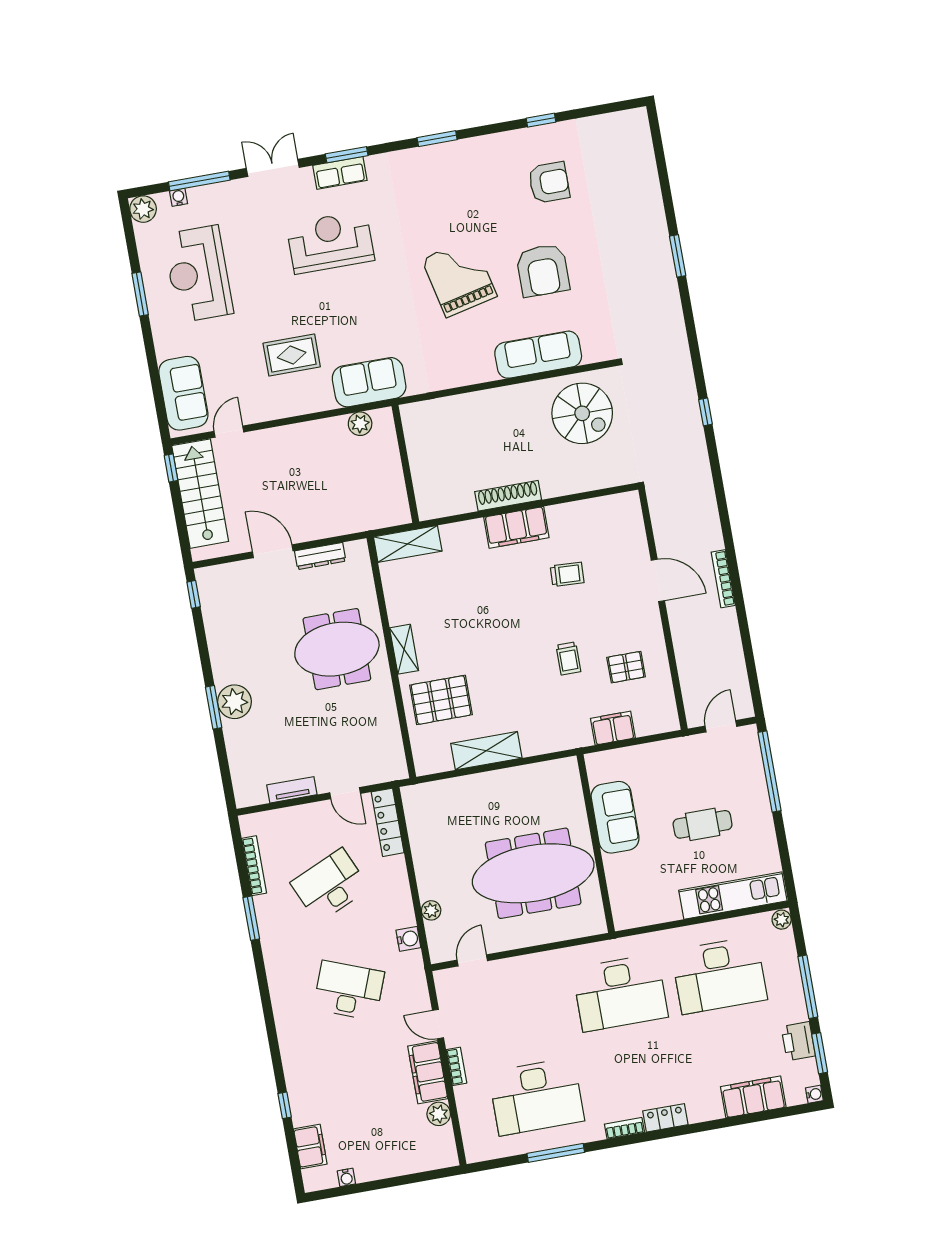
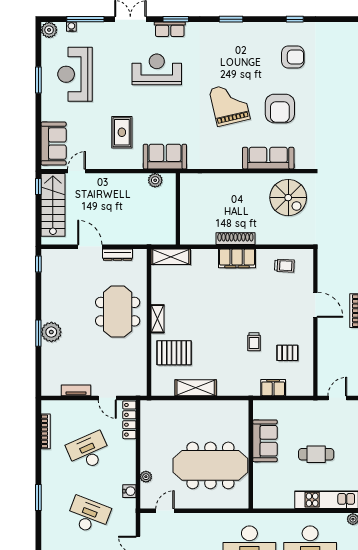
rug: (292, 355) -> (122, 132), turned 90
trolley: (567, 574) -> (284, 266), moved
meeting table: (337, 649) -> (118, 312), turned 90
window: (251, 918) -> (38, 498), moved

